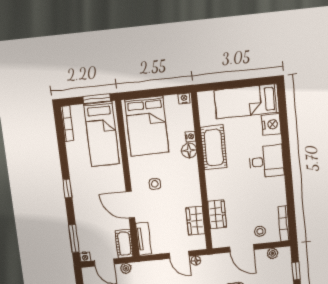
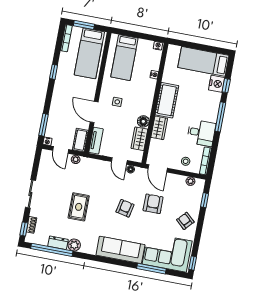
window: (97, 99) -> (84, 25), moved
window: (284, 123) -> (226, 86), added
bed: (147, 126) -> (124, 58), width x0.67
cot: (214, 147) -> (167, 100), moved
floor lamp: (189, 150) -> (143, 121), moved
desk: (267, 161) -> (201, 133), moved
window: (287, 164) -> (220, 117), added
window: (67, 188) -> (54, 72), moved
wardrobe: (217, 215) -> (159, 128), moved
door: (242, 248) -> (158, 168), moved

